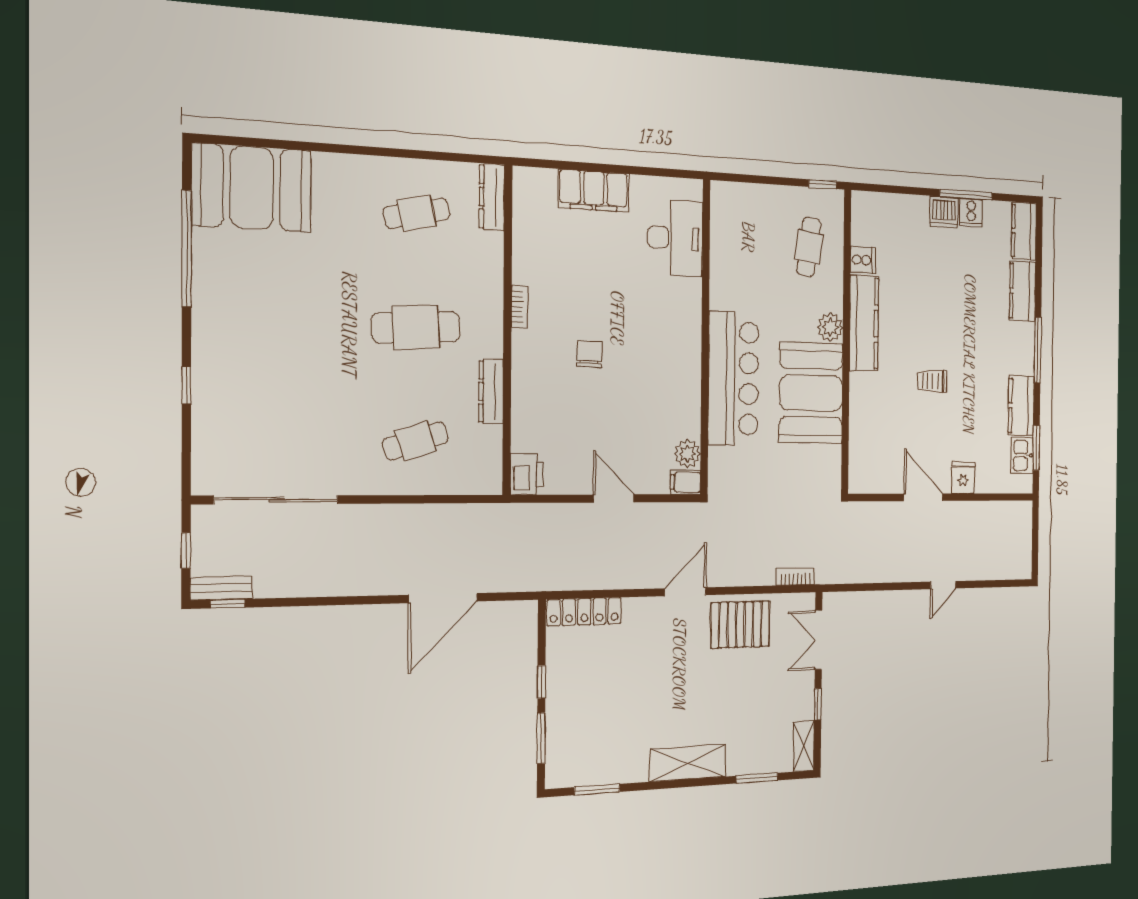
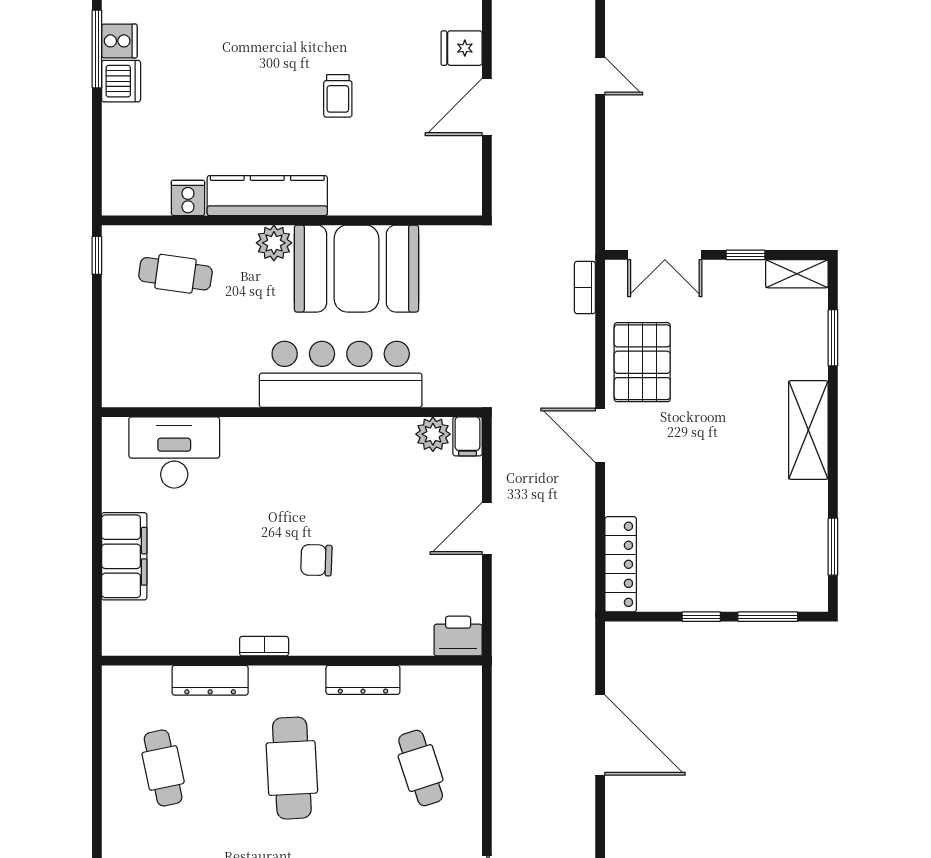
dresser: (492, 197) -> (210, 680), moved

